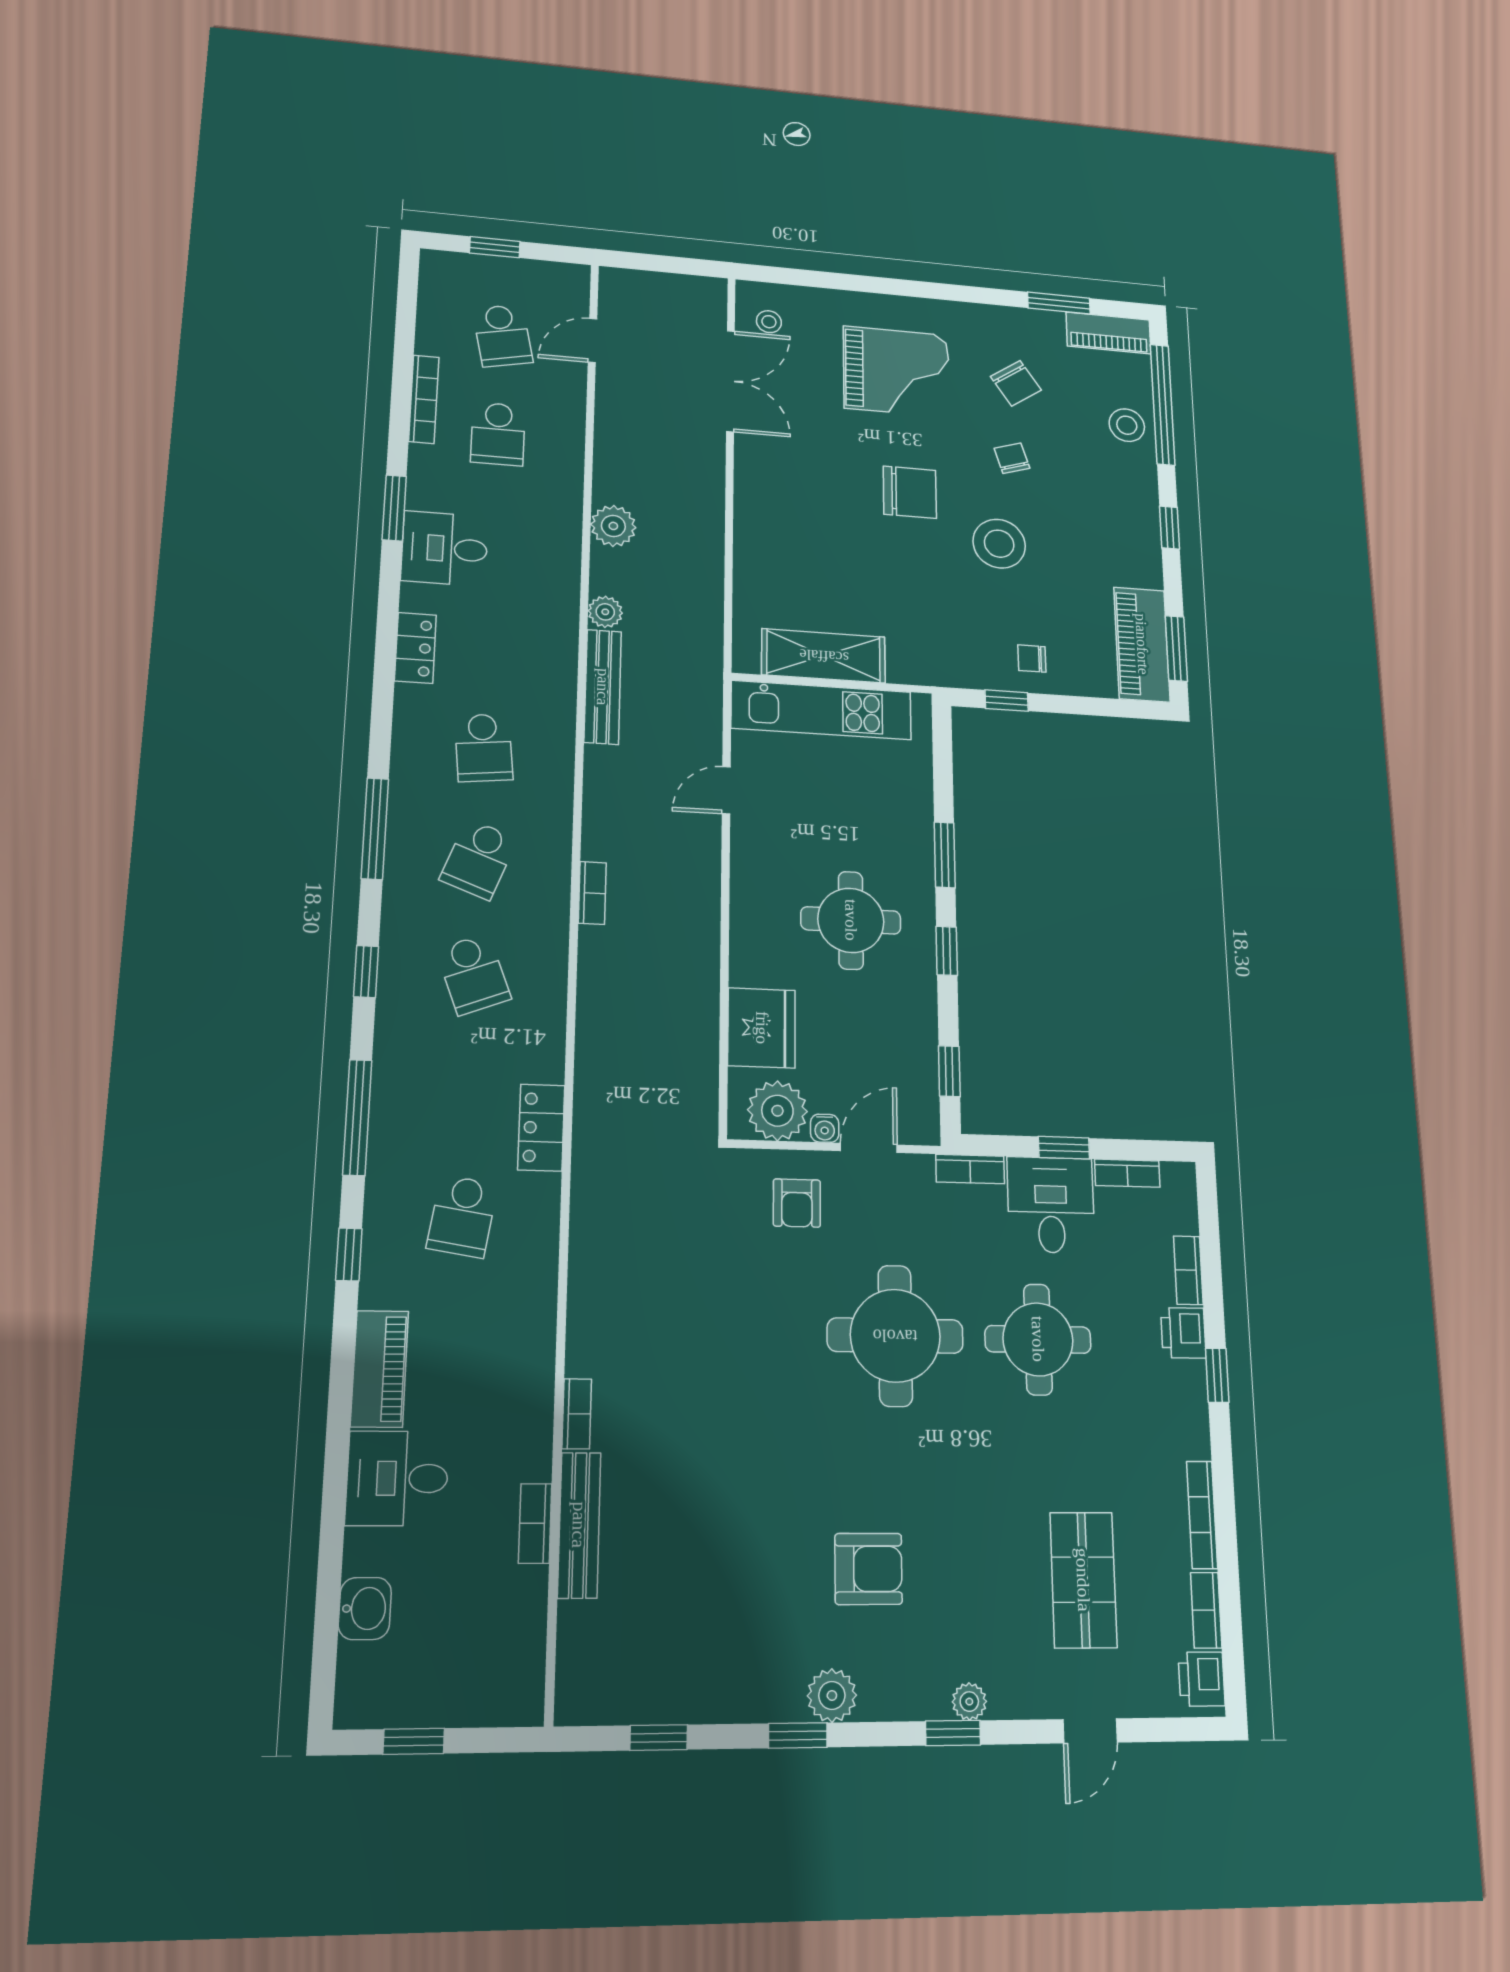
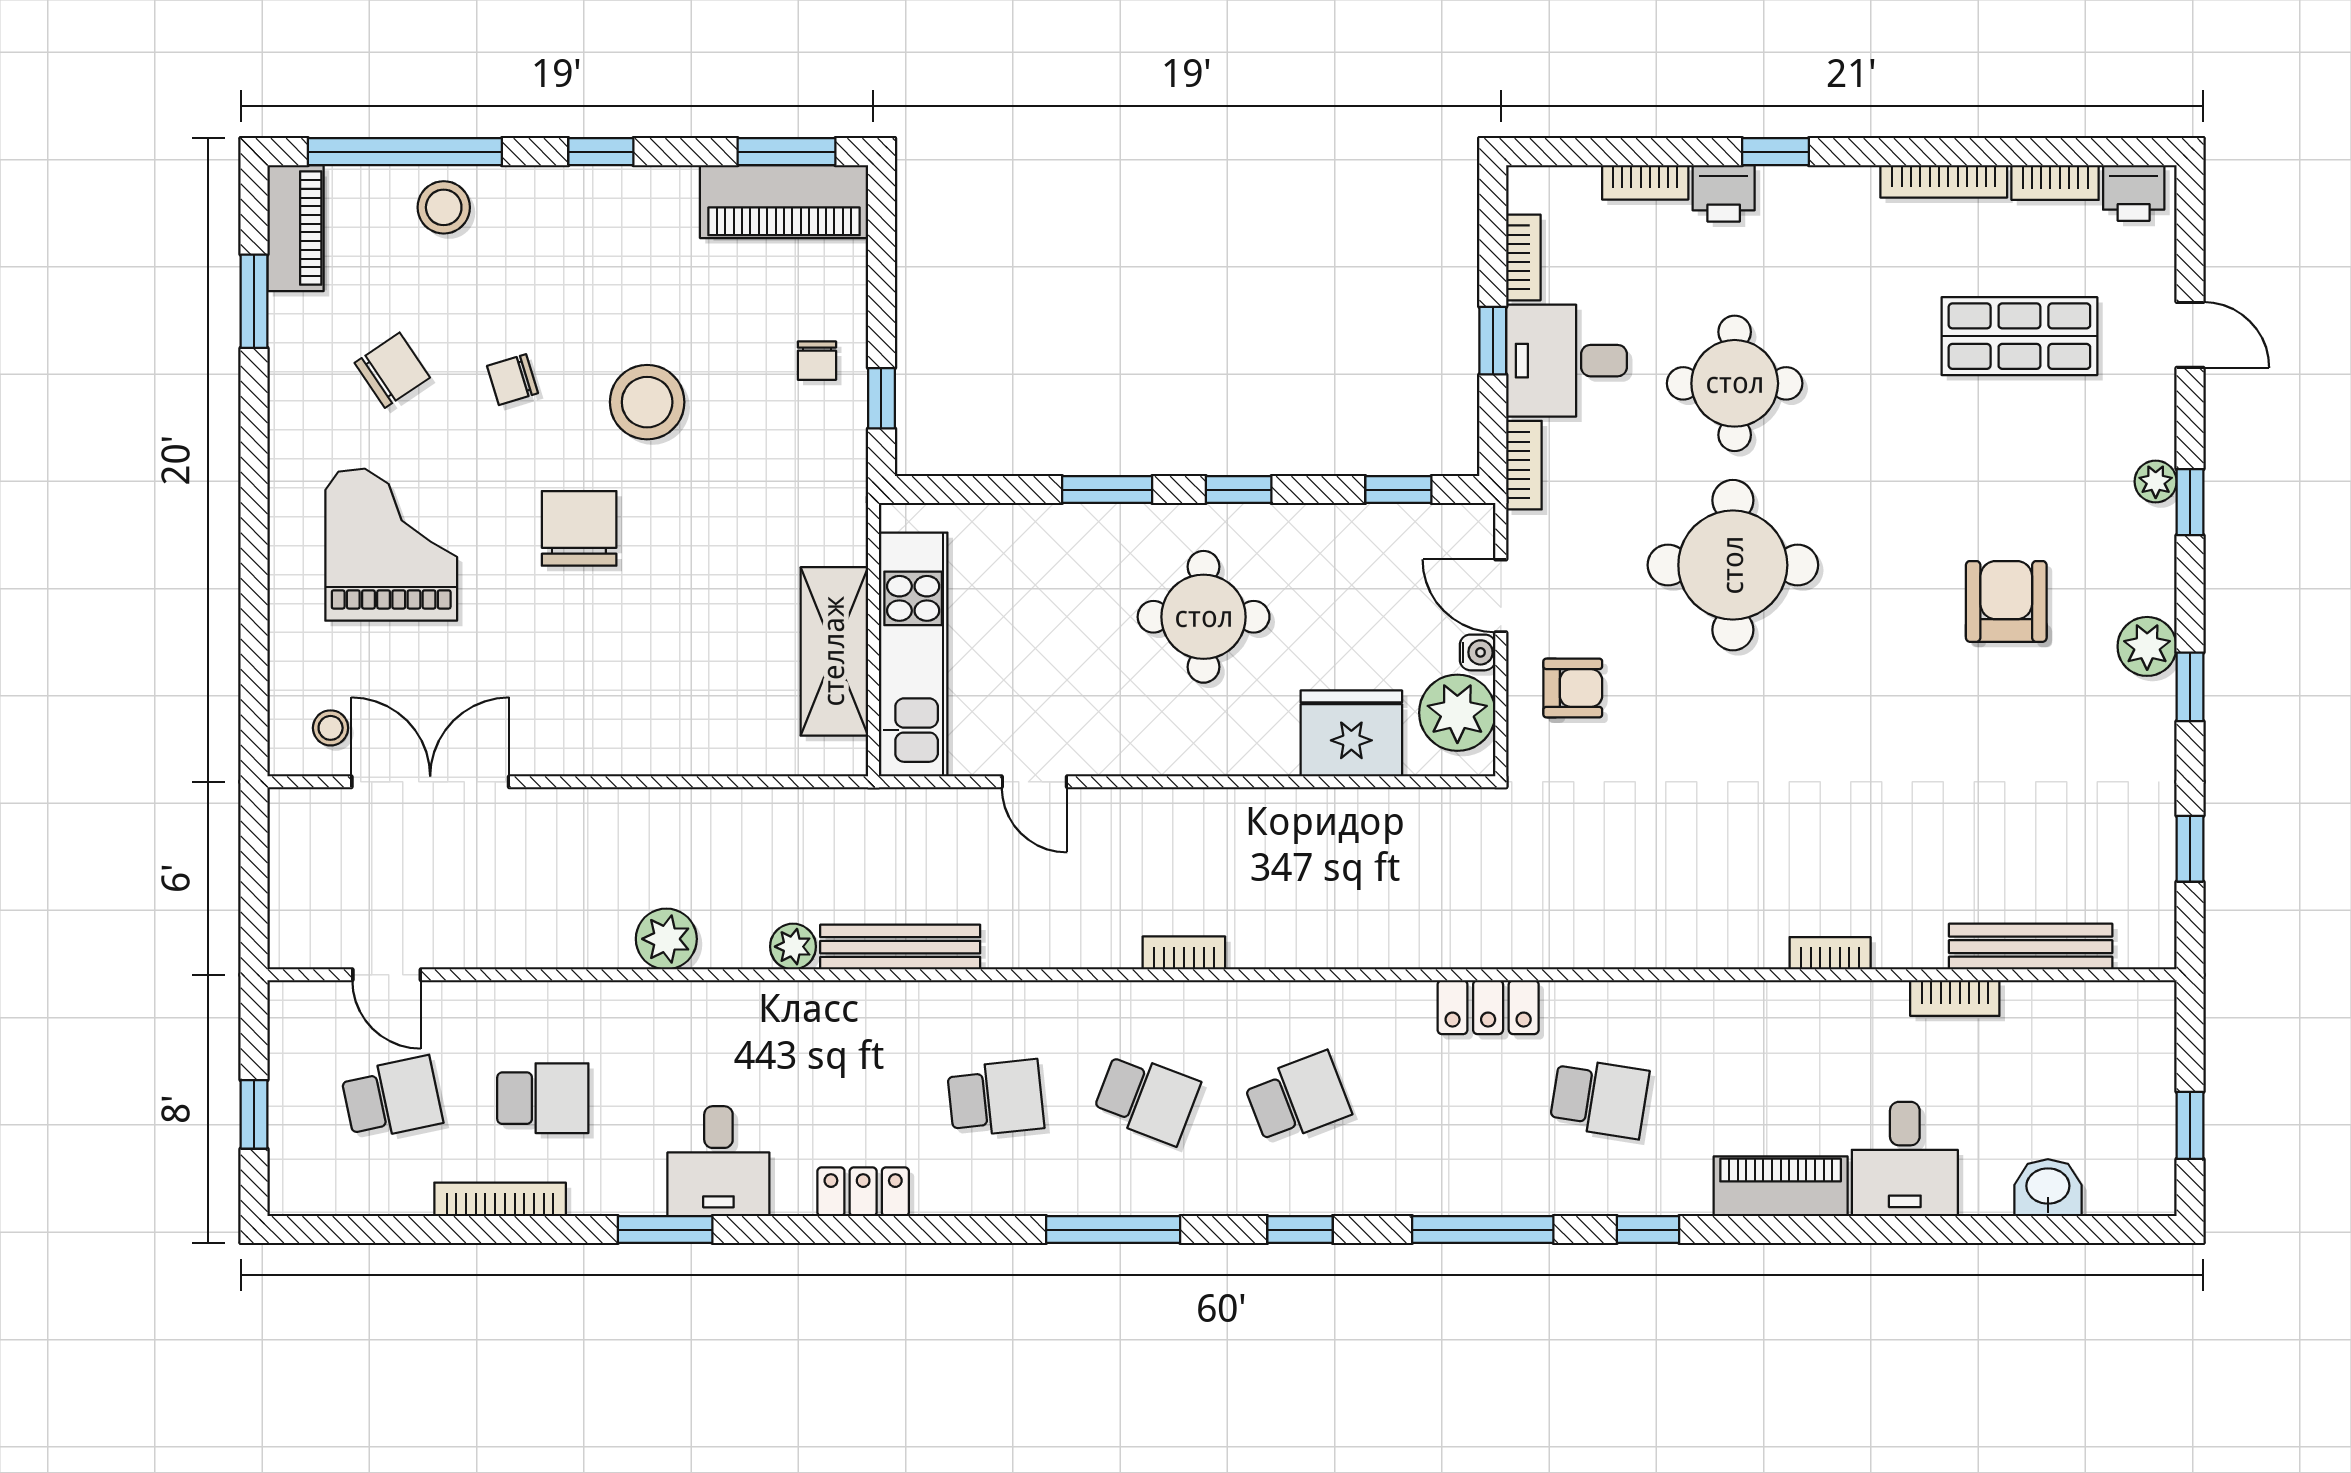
bench: (579, 1525) -> (2031, 947), moved

